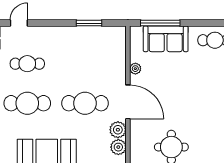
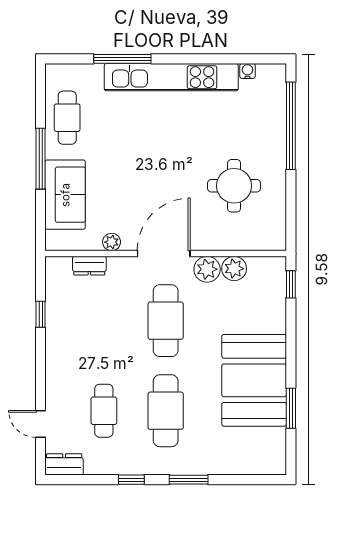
window: (89, 23) -> (41, 314), width x0.67
window: (160, 23) -> (41, 159), moved
dresser: (120, 54) -> (89, 266), added

